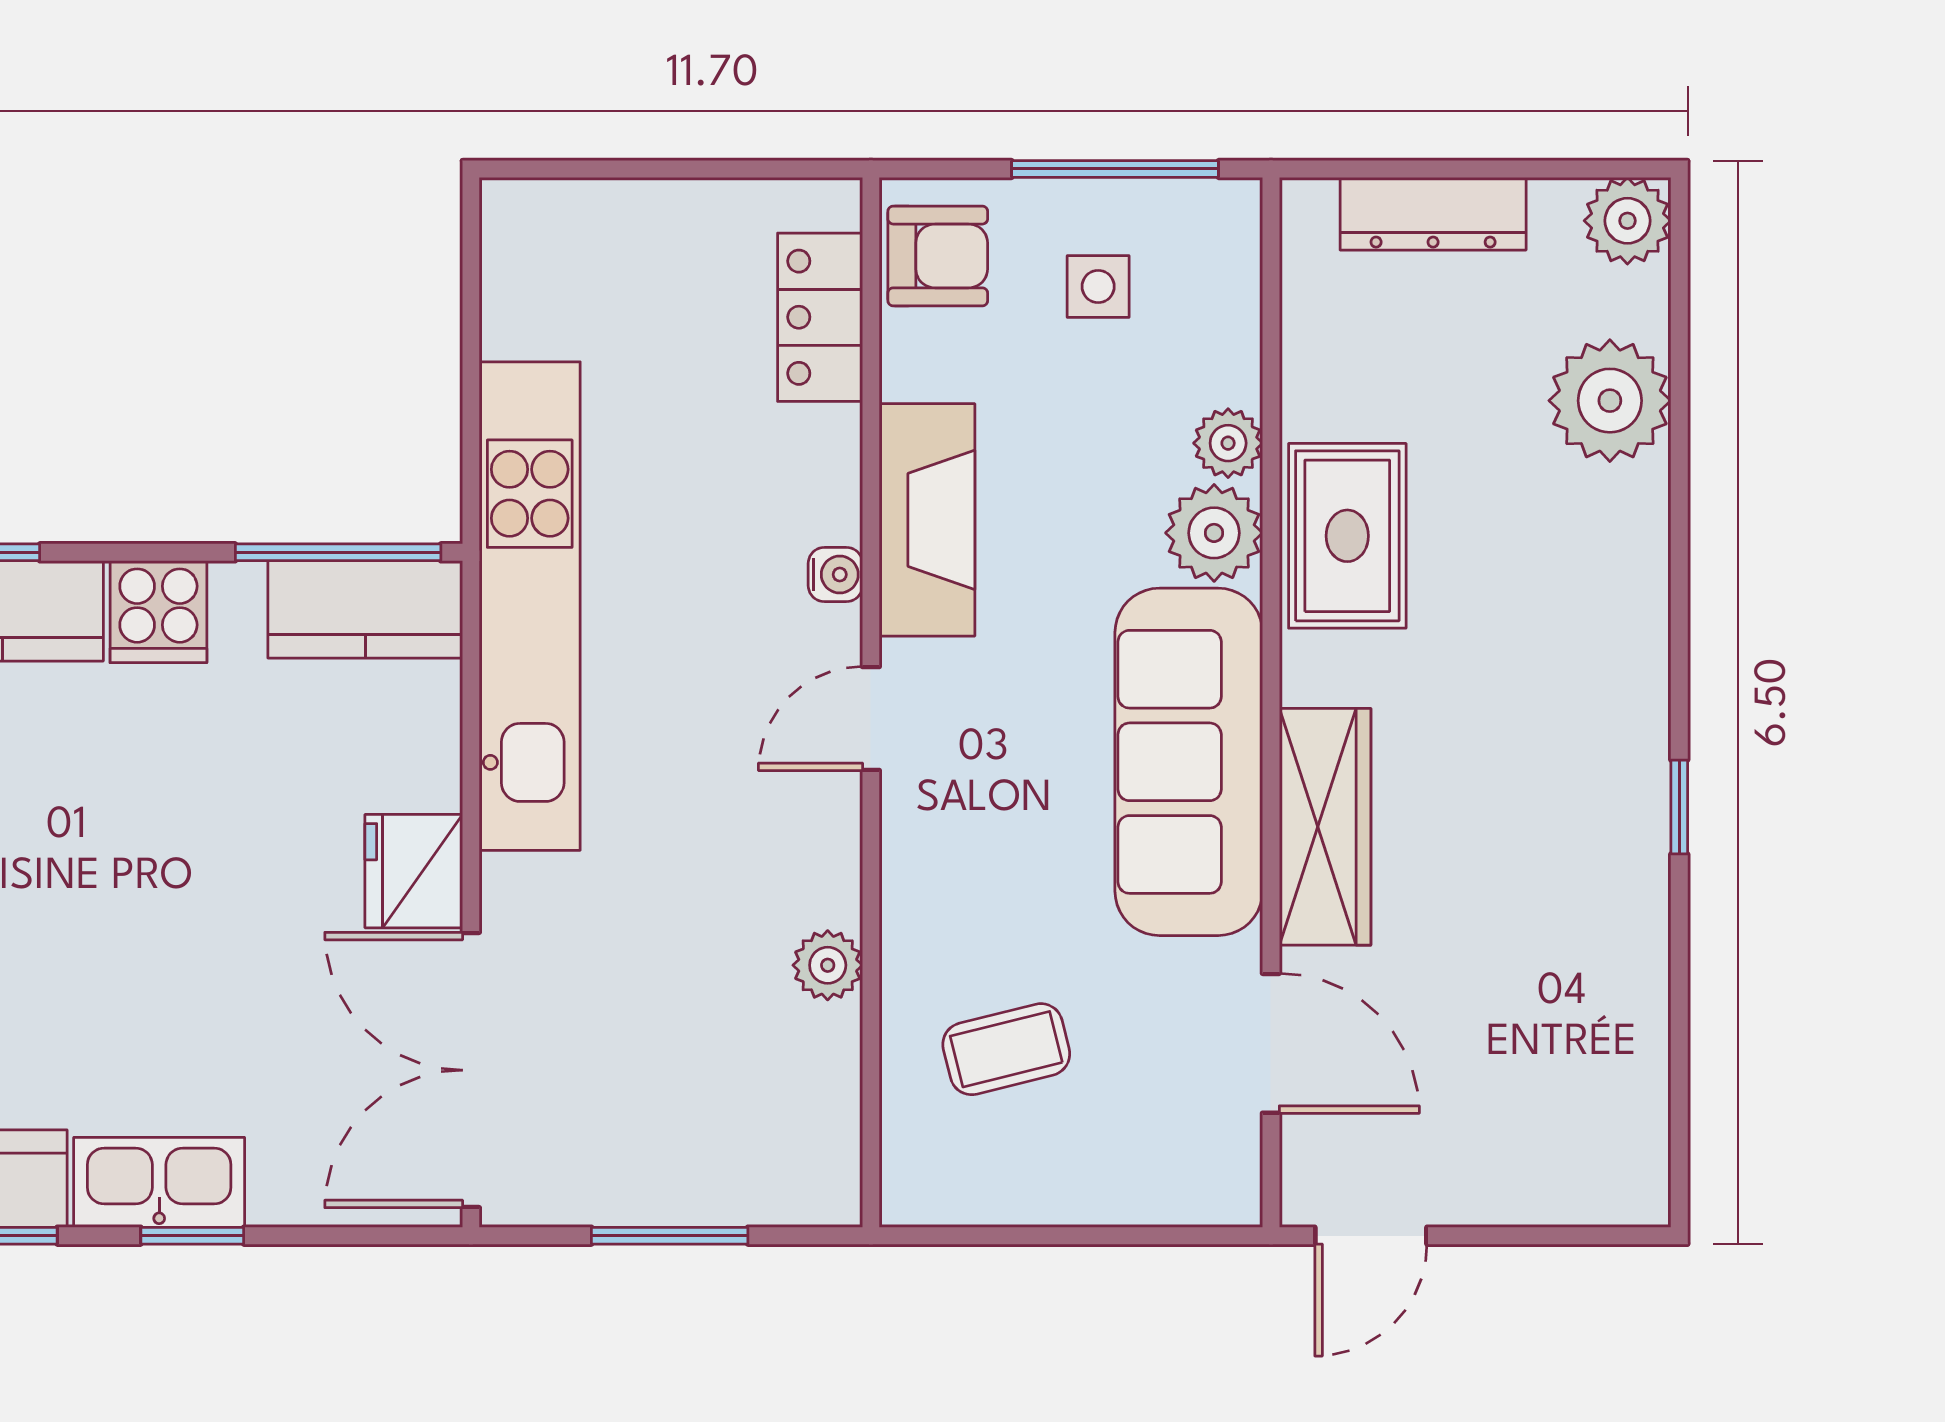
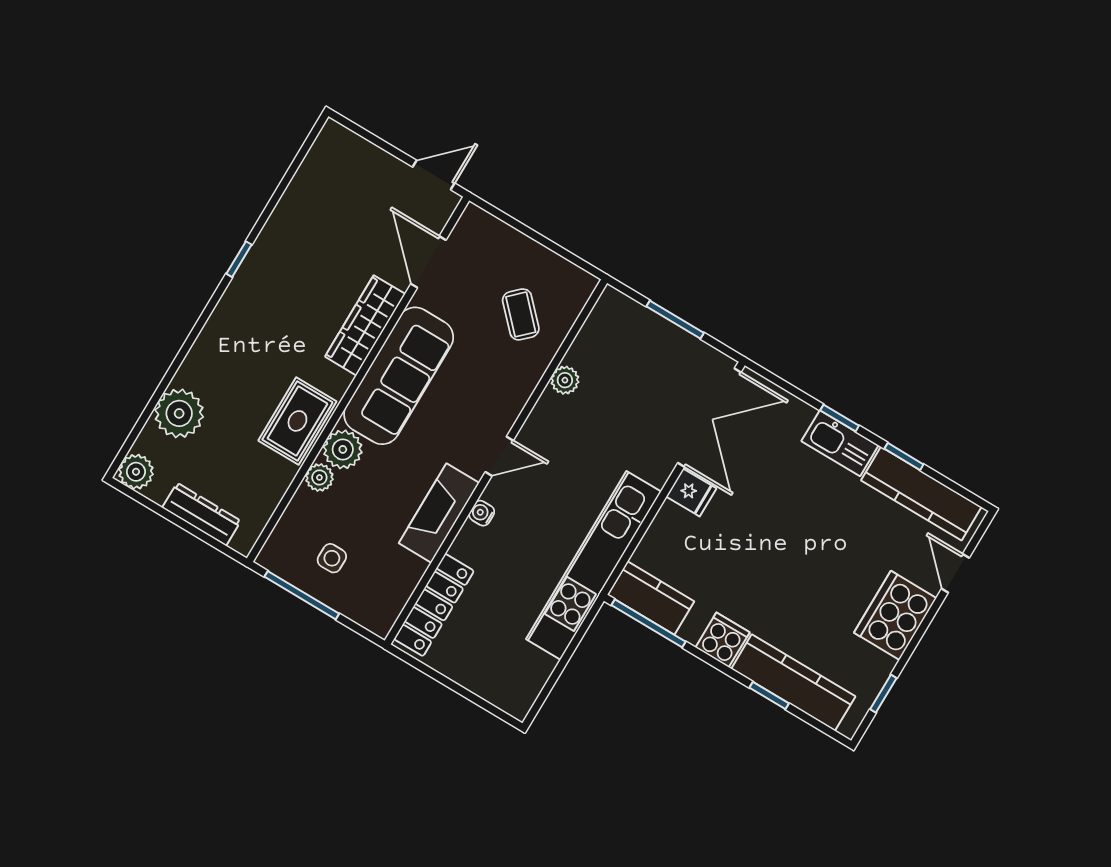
armchair: (938, 256) -> (381, 602), removed
locker: (820, 317) -> (434, 605), width x1.53
fridge: (414, 871) -> (691, 492), width x0.72
coffee table: (1006, 1049) -> (521, 314), turned 60

